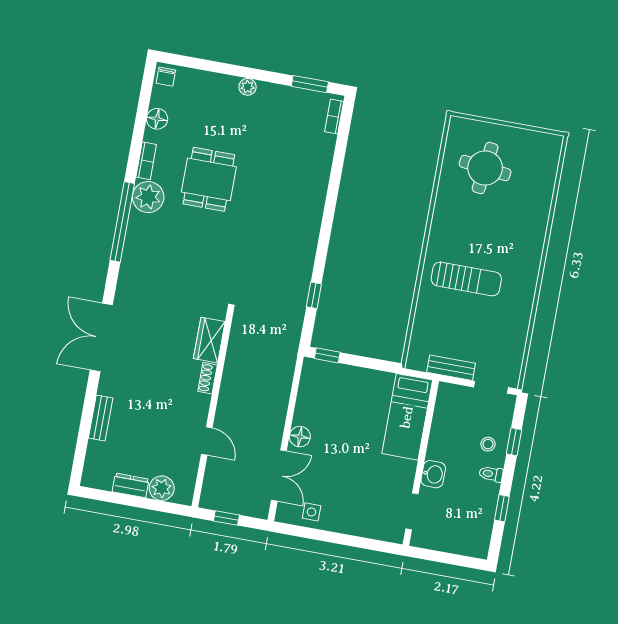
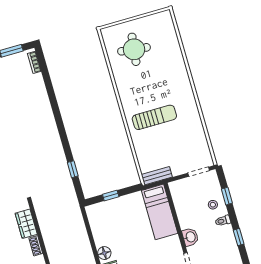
window: (327, 355) -> (111, 196), moved
bench: (451, 368) -> (157, 176), moved

